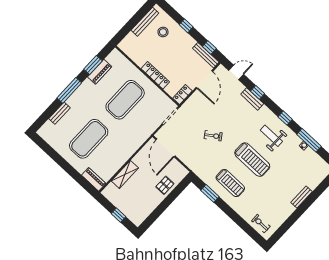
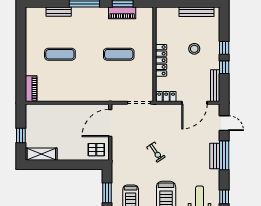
stool: (163, 32) -> (194, 49), moved
window: (209, 47) -> (224, 67), moved
window: (258, 92) -> (224, 155), width x2.17
exercise mat: (125, 100) -> (119, 54), width x0.50, depth x0.69
exercise mat: (89, 139) -> (60, 54), width x0.50, depth x0.69
shelving: (125, 174) -> (41, 154), moved
pallet: (165, 185) -> (96, 150), moved

